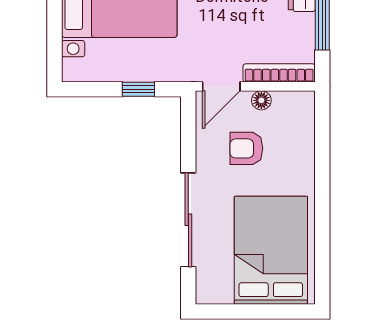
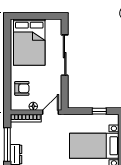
window: (138, 89) -> (99, 111), moved
armchair: (246, 148) -> (22, 88), moved

